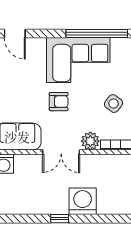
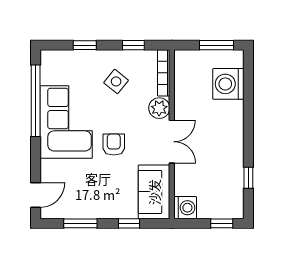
washing machine: (83, 201) -> (228, 84), moved
window: (60, 219) -> (248, 178), moved

